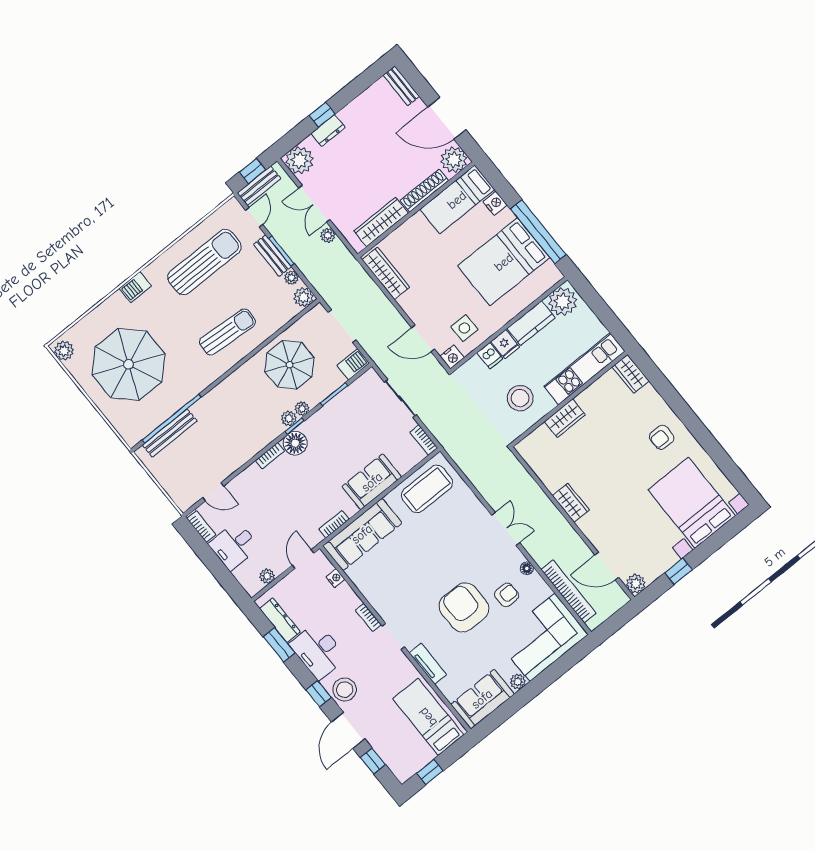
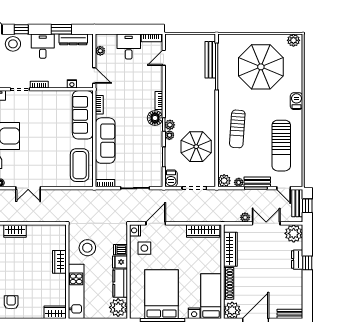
sofa: (372, 482) -> (105, 141), width x1.36
desk: (318, 651) -> (43, 46), width x0.73

